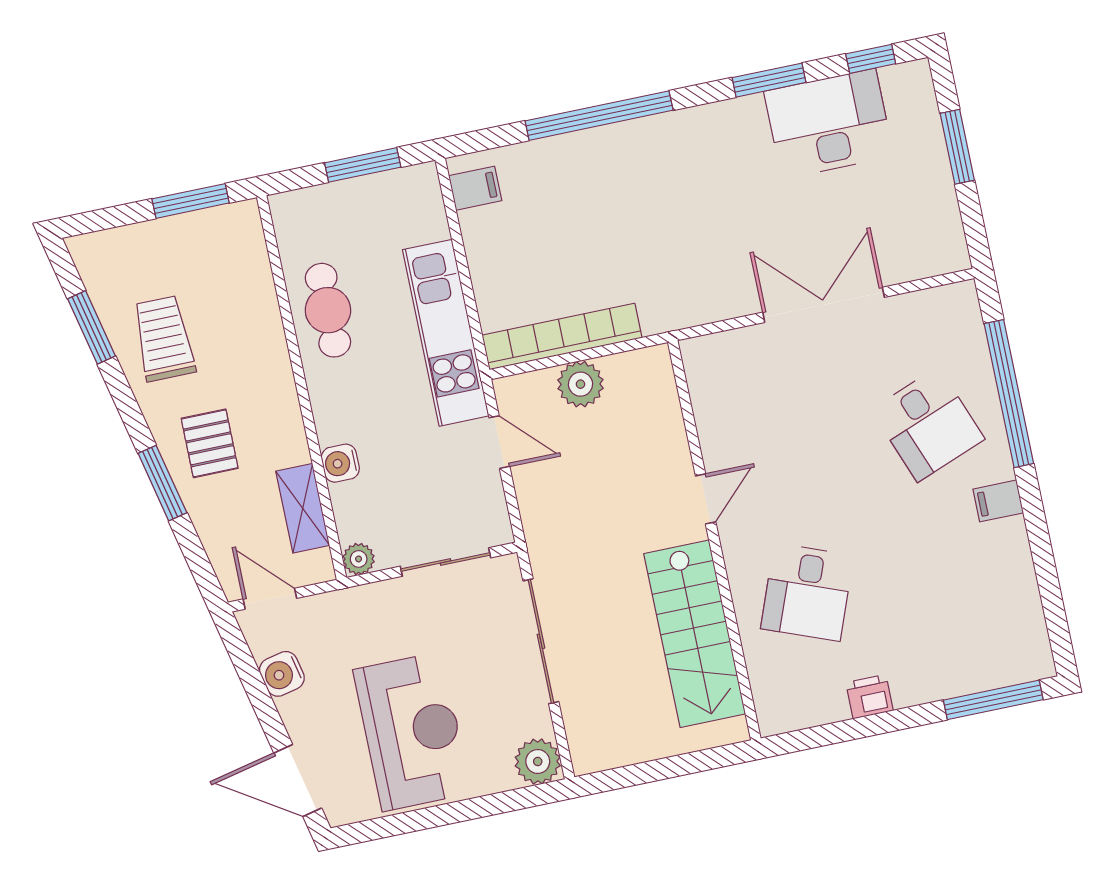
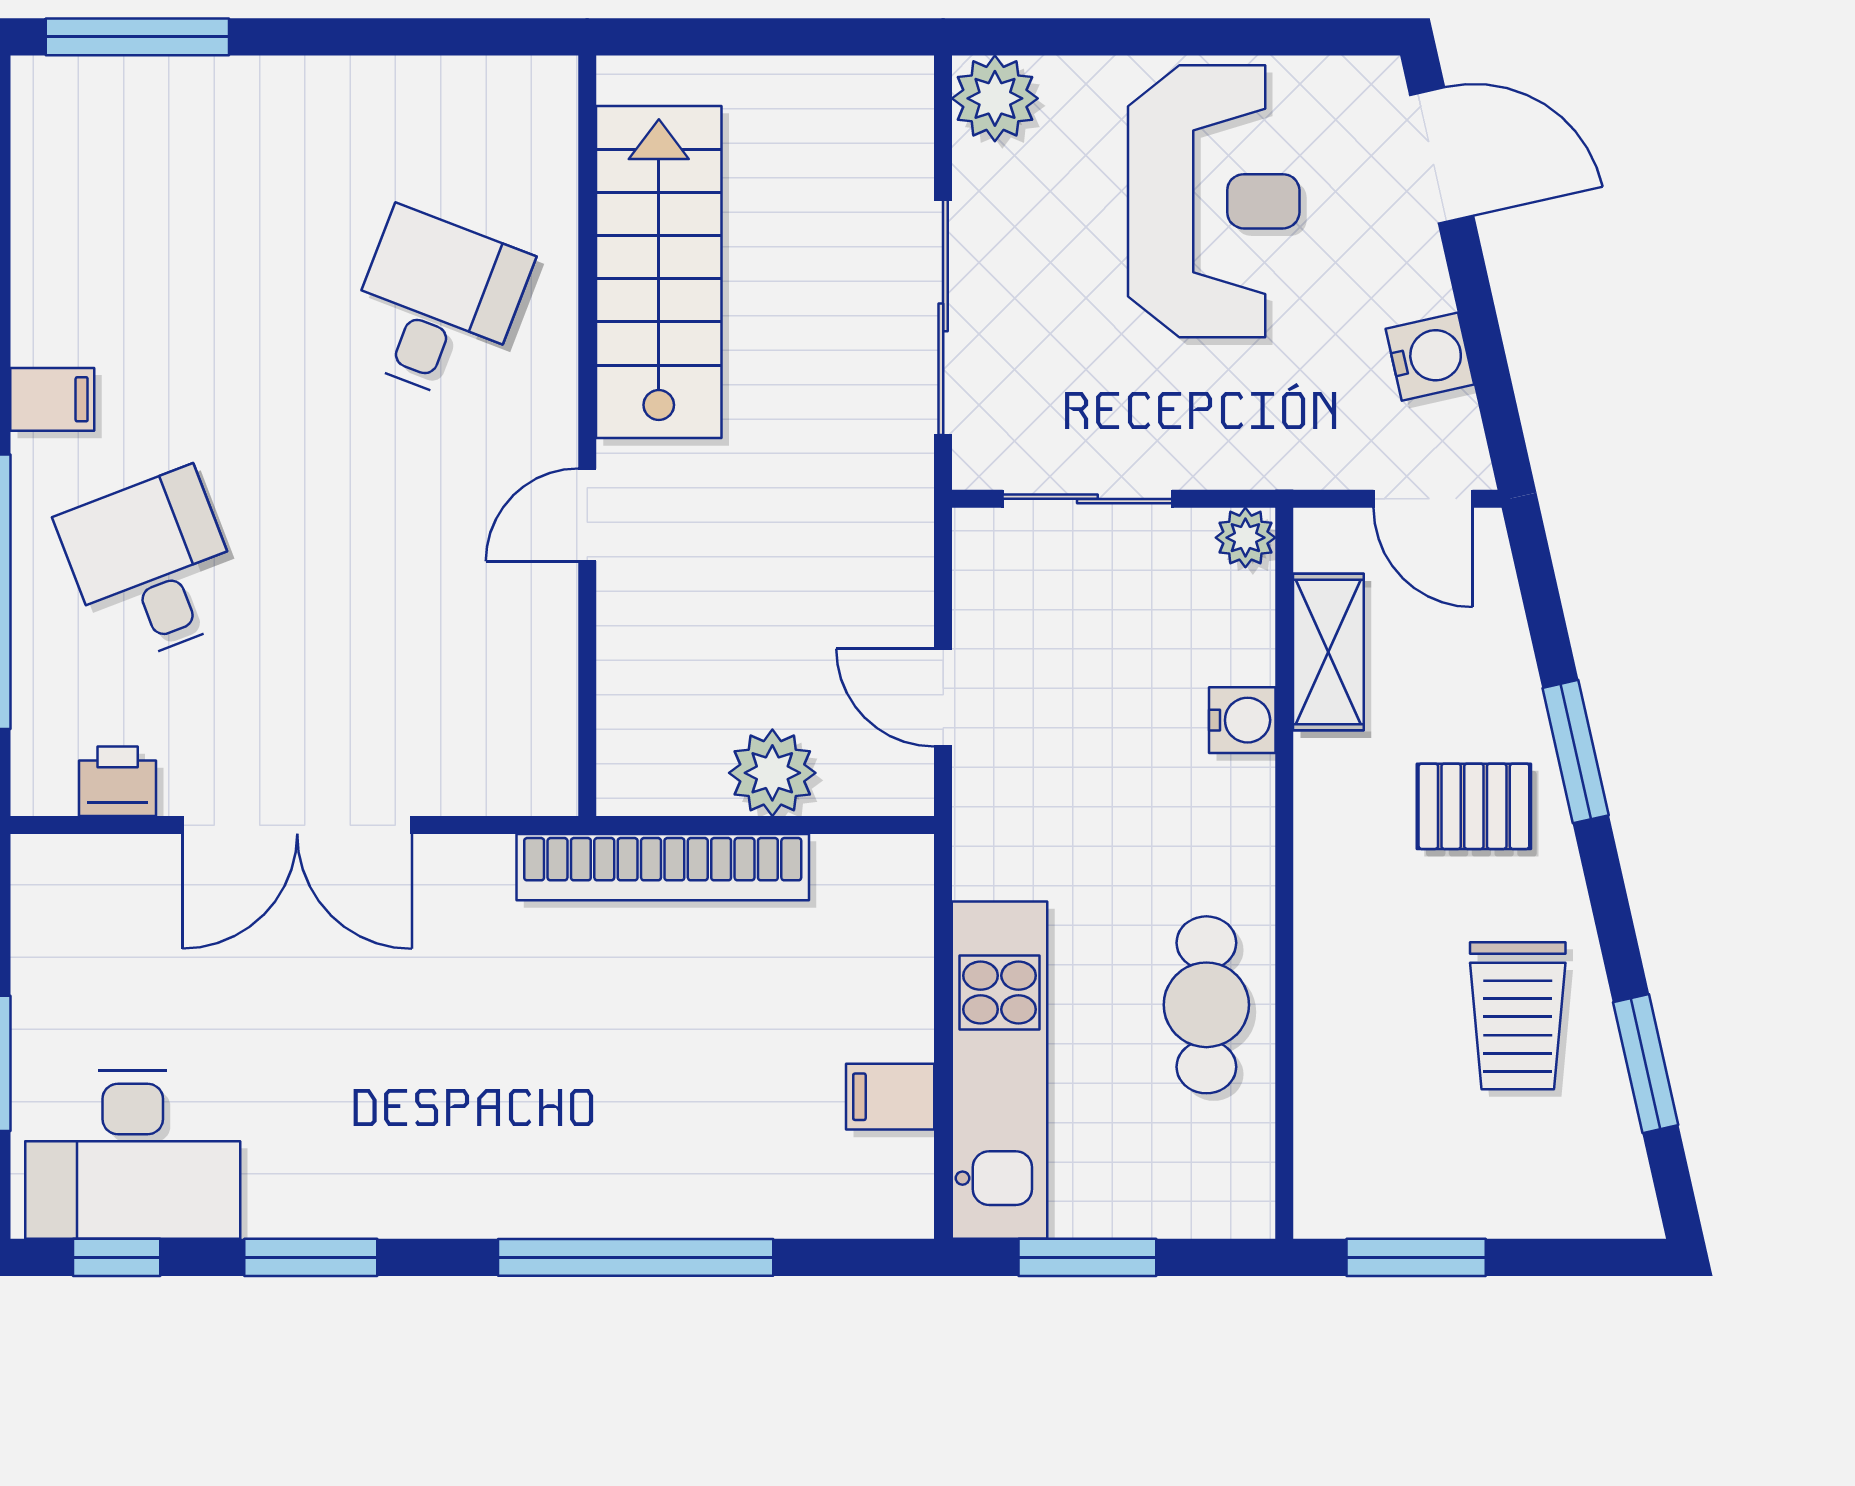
desk: (829, 124) -> (133, 1155), moved
filing cabinet: (475, 188) -> (890, 1097), moved
kitchen unit: (446, 333) -> (1000, 1070), moved
bookcase: (562, 336) -> (663, 867), moved
pallet: (210, 443) -> (1474, 806), turned 90
printer: (870, 697) -> (118, 781), moved, turned 180
reception desk: (412, 732) -> (1214, 201), turned 180

